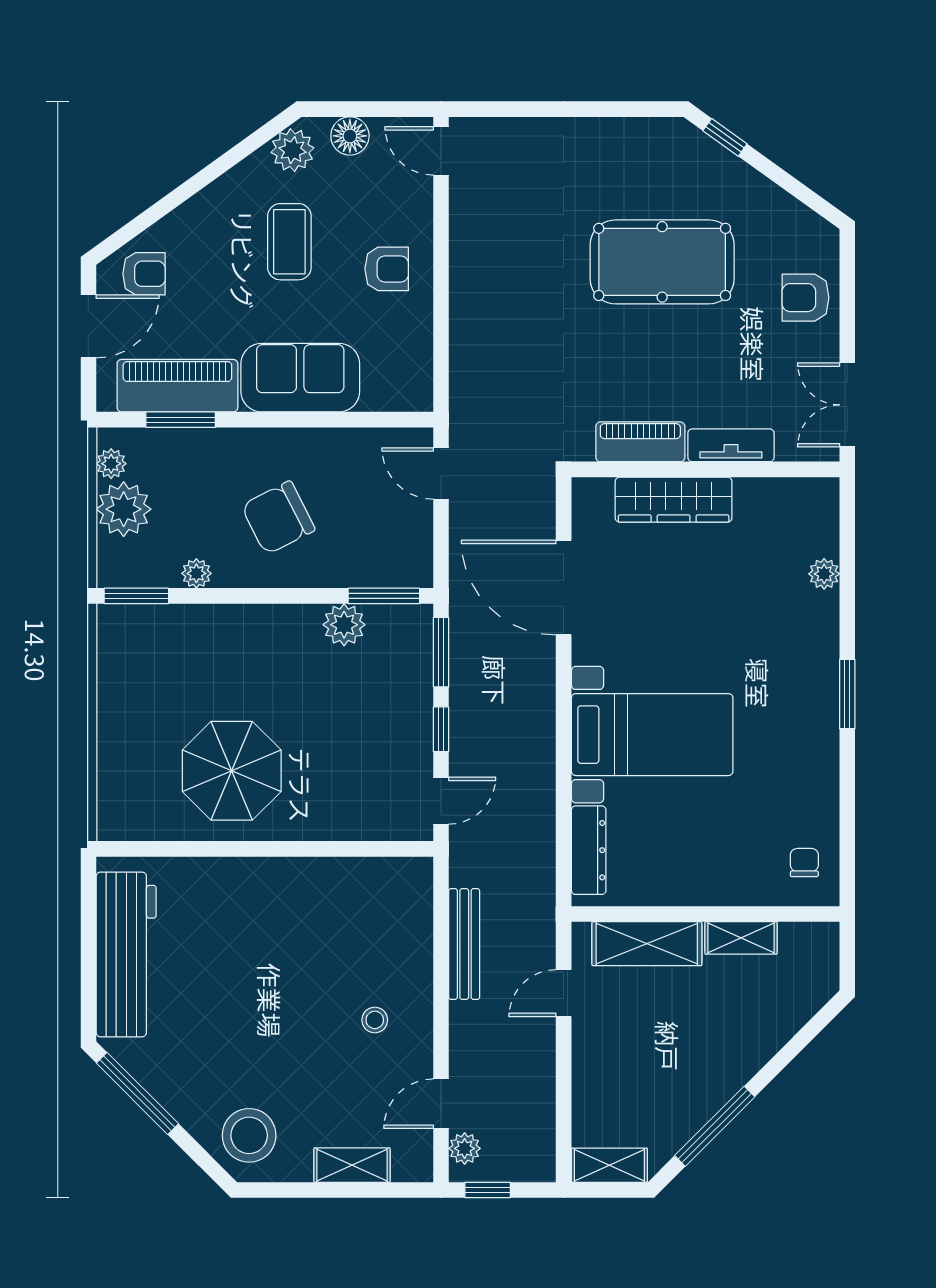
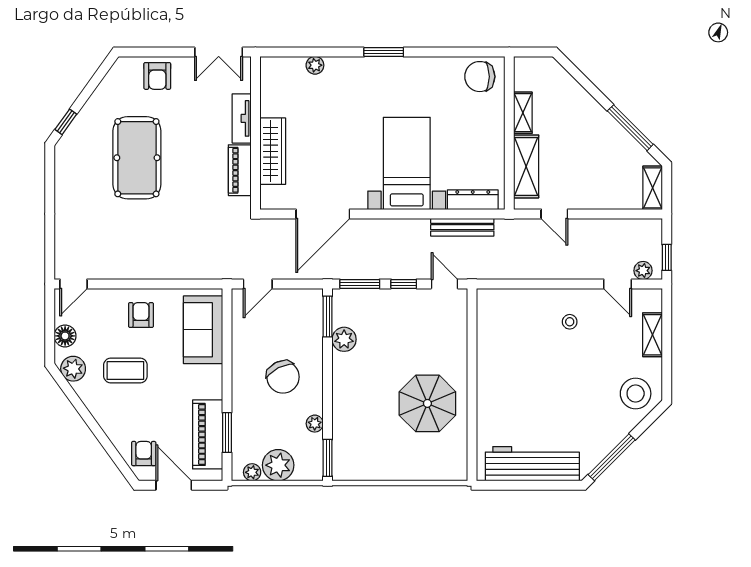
sofa: (300, 378) -> (203, 330), moved
chair: (804, 863) -> (480, 77), width x1.87, depth x1.87
bench: (464, 944) -> (462, 227), moved

